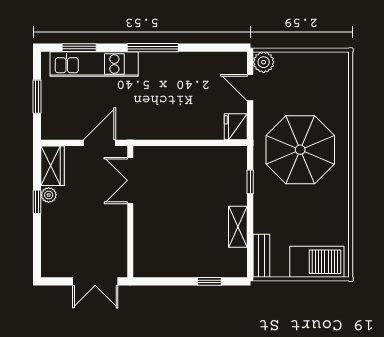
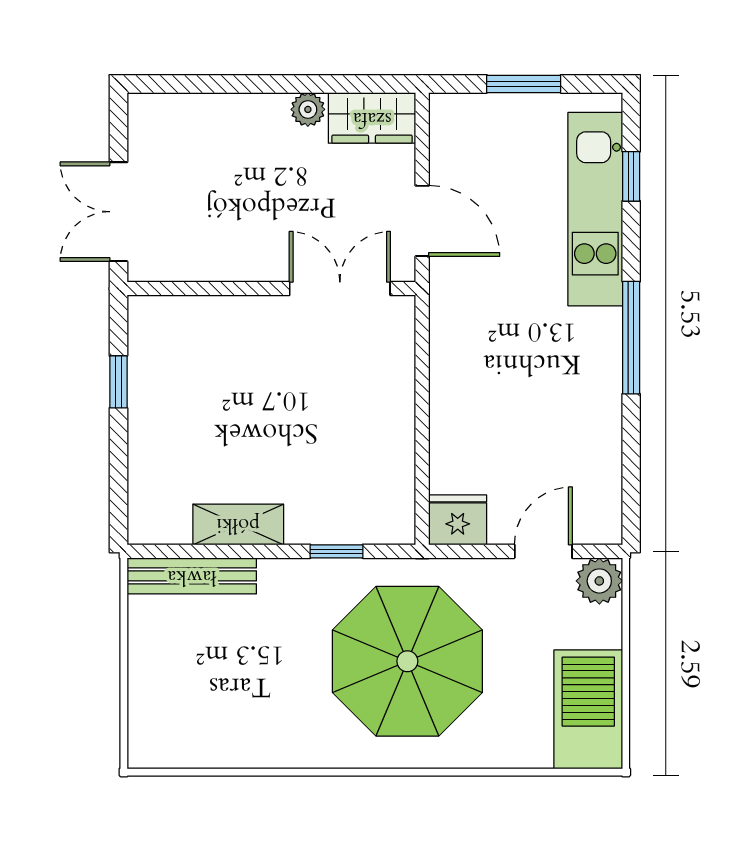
window: (79, 48) -> (631, 176), width x0.67
window: (37, 202) -> (293, 84), removed
bench: (261, 256) -> (192, 576), width x1.36
barbecue: (317, 262) -> (588, 709), moved, turned 180
window: (209, 281) -> (118, 382), moved

